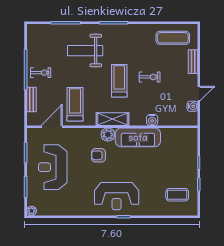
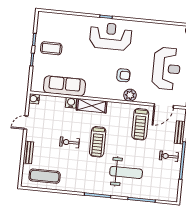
water cooler: (192, 106) -> (34, 99), moved
shelving: (113, 119) -> (92, 106), moved
plant: (108, 135) -> (130, 95), moved
sofa: (138, 137) -> (64, 86), moved
coffee table: (177, 195) -> (51, 48), moved

